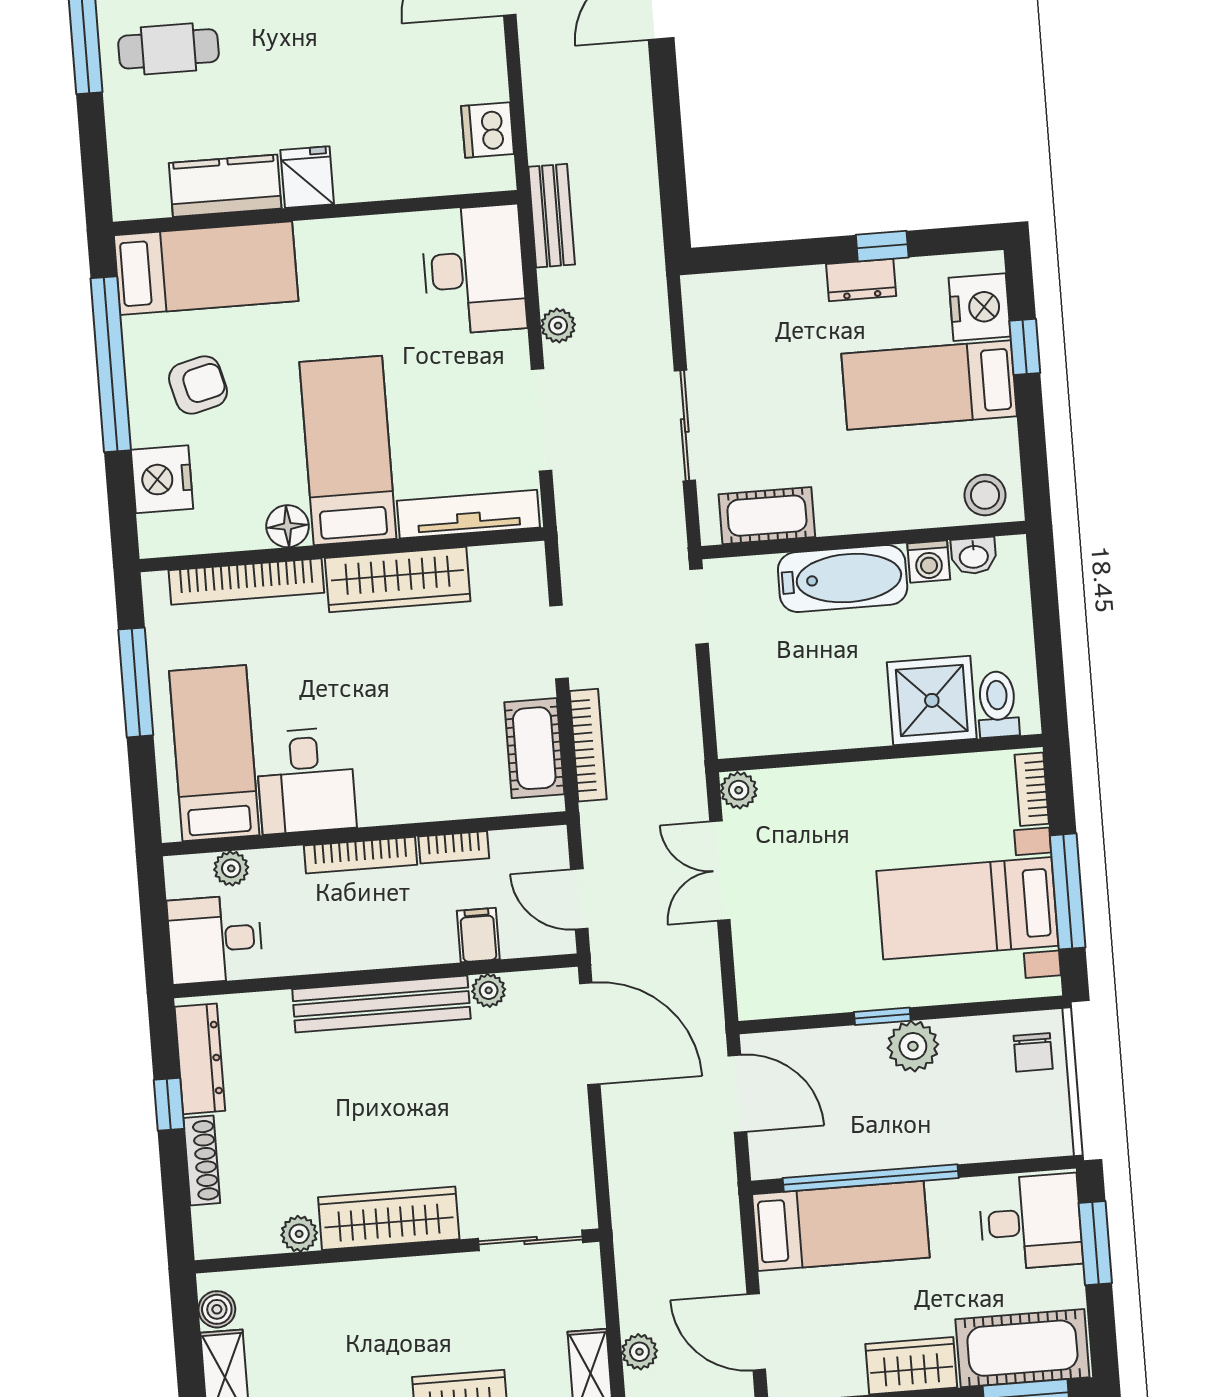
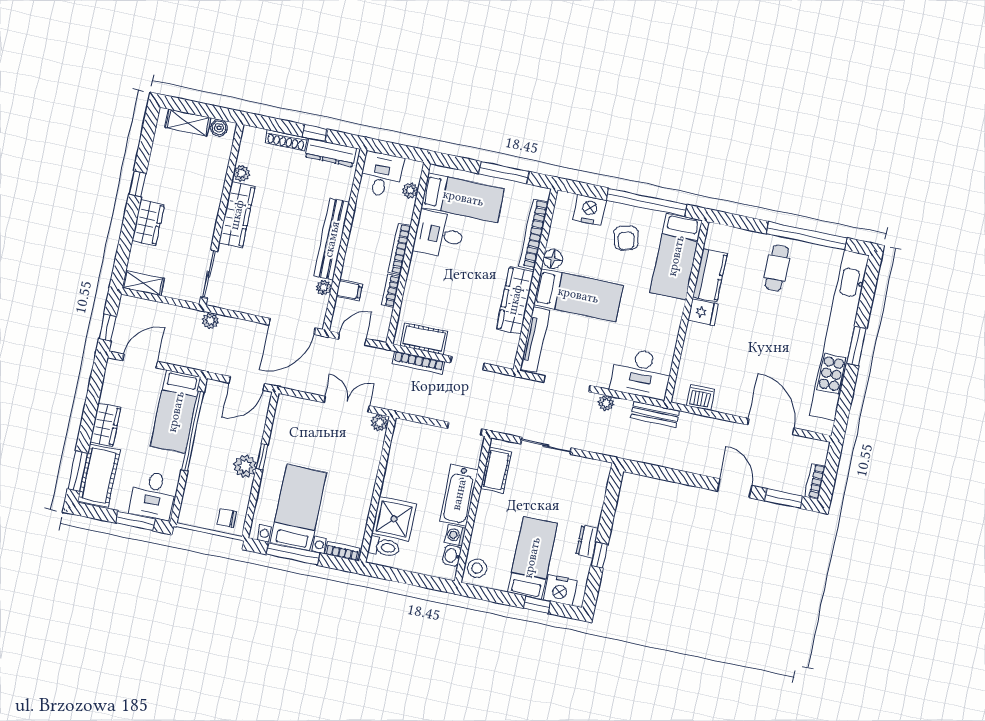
plant: (639, 1352) -> (210, 321), moved

